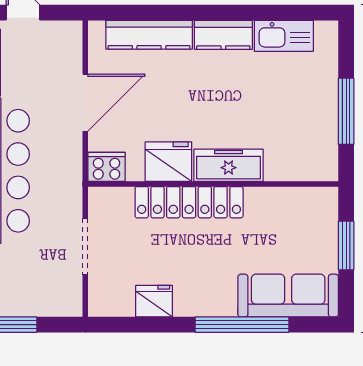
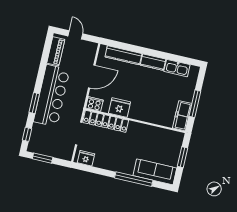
freezer: (229, 165) -> (182, 116), moved, turned -90
locker: (189, 202) -> (106, 121), moved
fridge: (154, 301) -> (86, 158), moved

